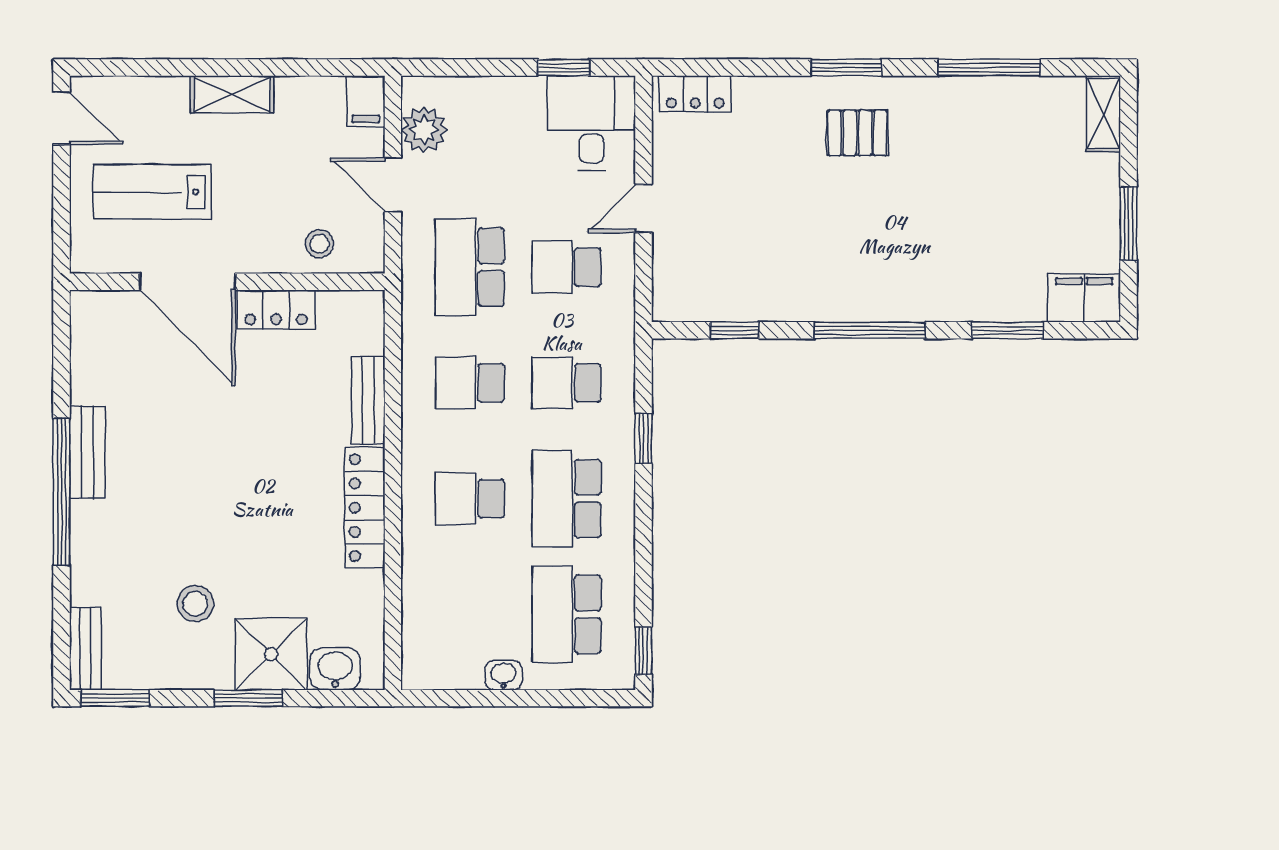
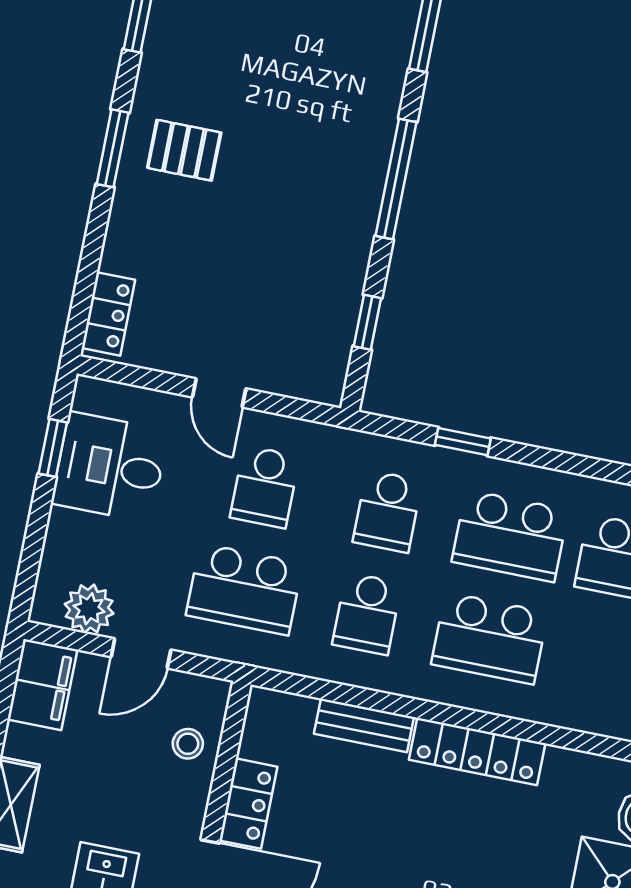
filing cabinet: (366, 101) -> (42, 685), width x2.00
desk: (592, 123) -> (110, 467), moved
pallet: (857, 133) -> (184, 150), turned 90
school desk: (470, 499) -> (490, 638), width x1.85

